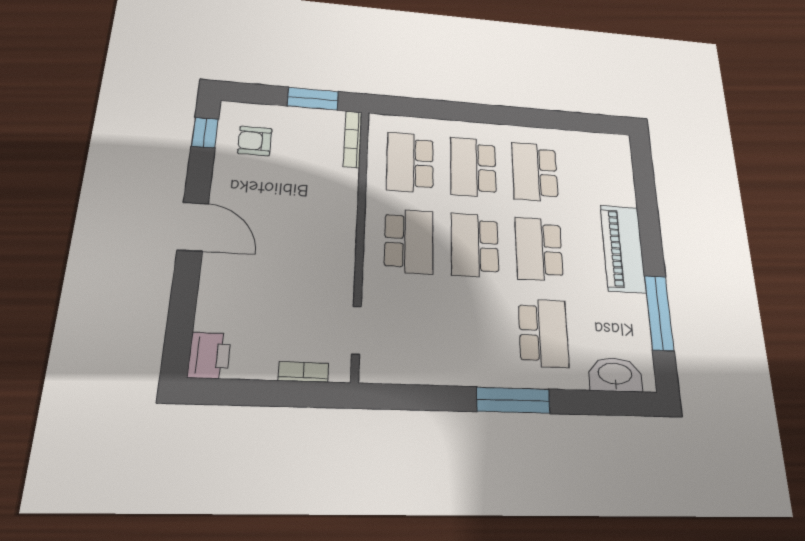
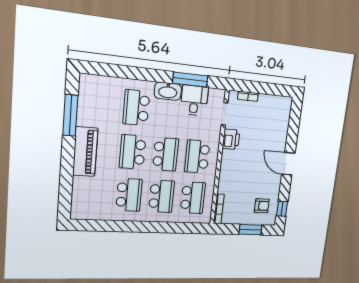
window: (313, 99) -> (250, 230), moved
school desk: (539, 249) -> (133, 152), turned 180
desk: (427, 355) -> (194, 100), added
printer: (209, 356) -> (231, 139), moved, turned 180
washbasin: (615, 375) -> (168, 91), moved
window: (513, 400) -> (190, 80), moved

